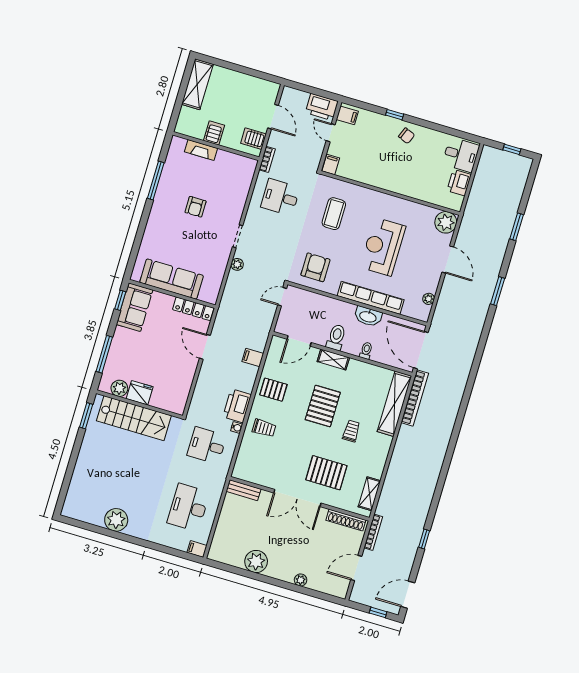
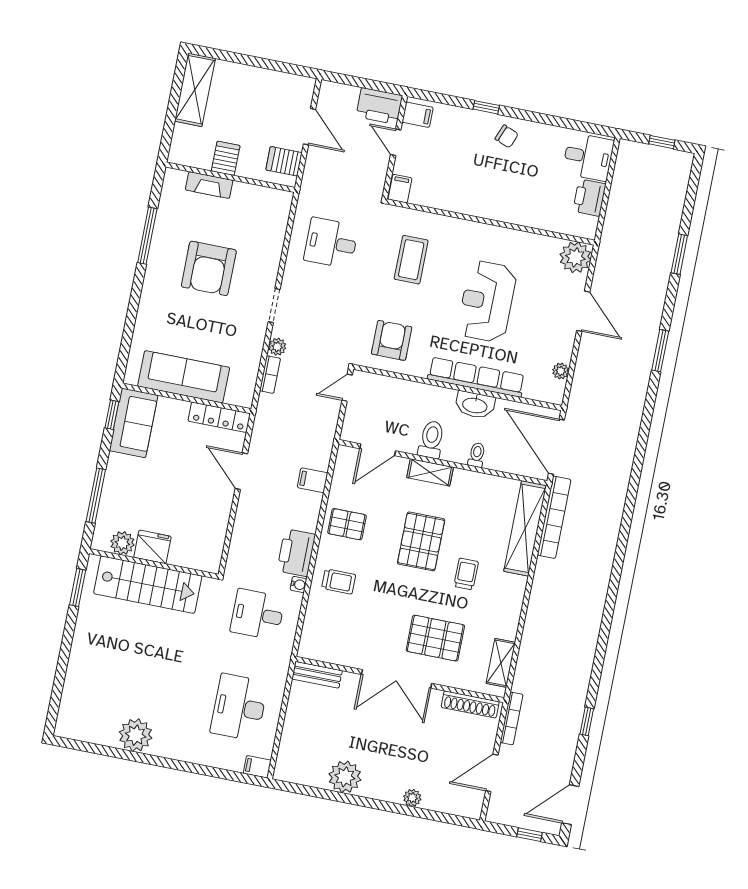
bookcase: (267, 159) -> (270, 375), moved
armchair: (196, 207) -> (209, 268), width x1.88, depth x1.88

